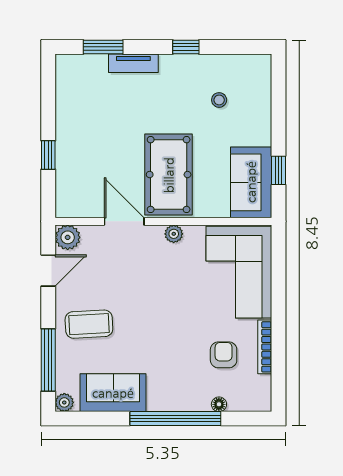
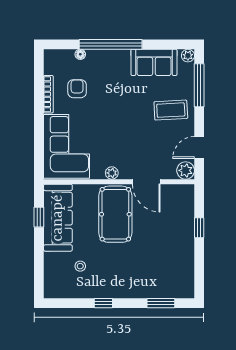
tv unit: (133, 63) -> (140, 292), removed
sofa: (251, 182) -> (58, 218), width x1.36
armchair: (224, 355) -> (77, 89), turned 180

